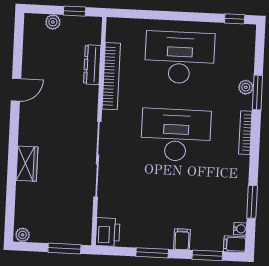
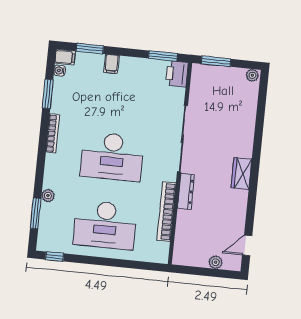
window: (74, 11) -> (196, 271), removed
dresser: (92, 65) -> (186, 191), moved
door: (16, 90) -> (247, 245), moved
window: (257, 93) -> (36, 213), moved
bookcase: (245, 133) -> (53, 133), moved
wardrobe: (27, 164) -> (241, 174), moved
window: (152, 253) -> (163, 56), moved

